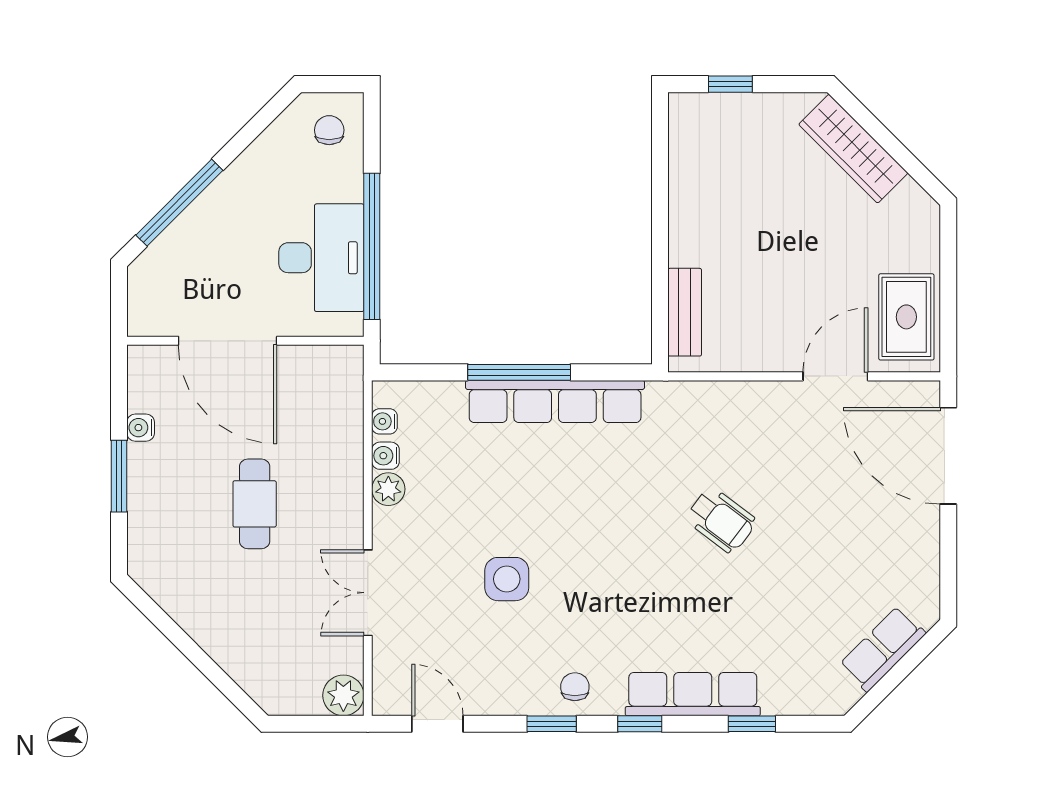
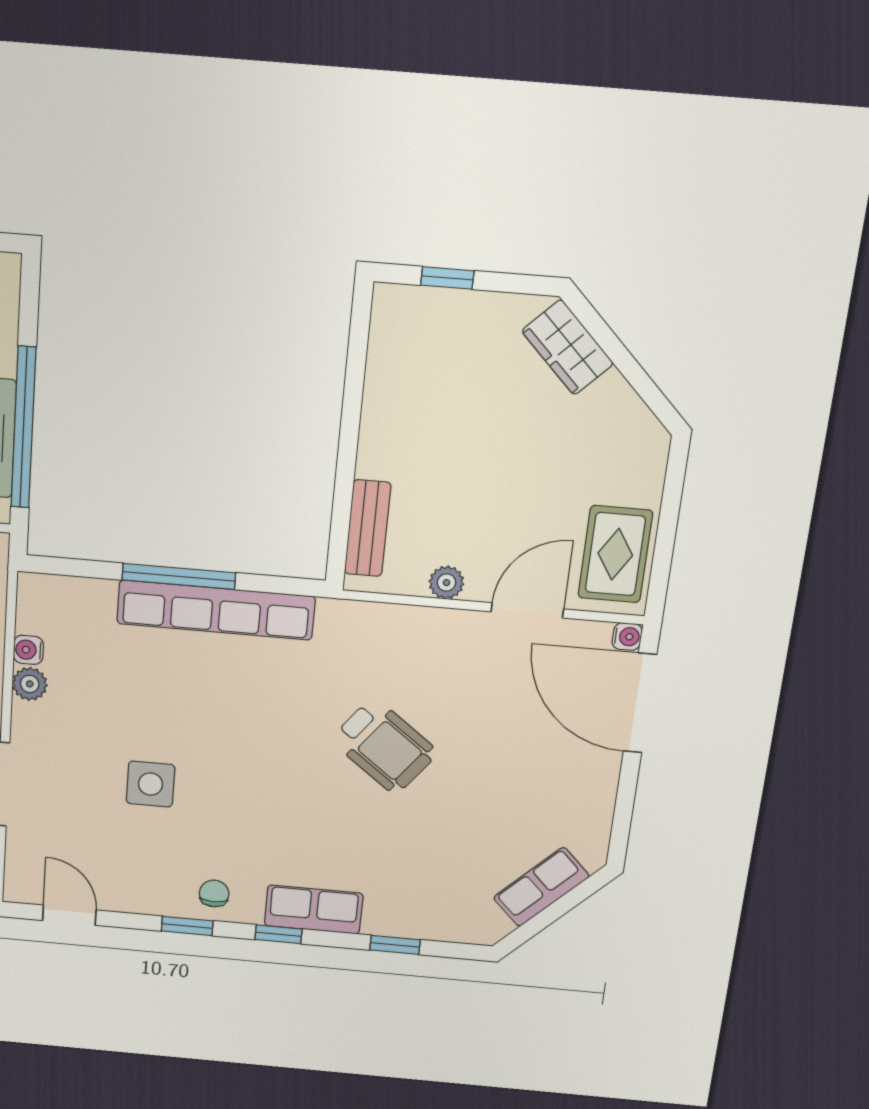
wardrobe: (853, 149) -> (568, 347), width x0.67
plant: (760, 357) -> (446, 583), added
water cooler: (384, 421) -> (627, 637), moved, turned 180
wheelchair: (721, 520) -> (384, 746), width x1.36, depth x1.37
row of seats: (693, 694) -> (314, 910), width x0.68

